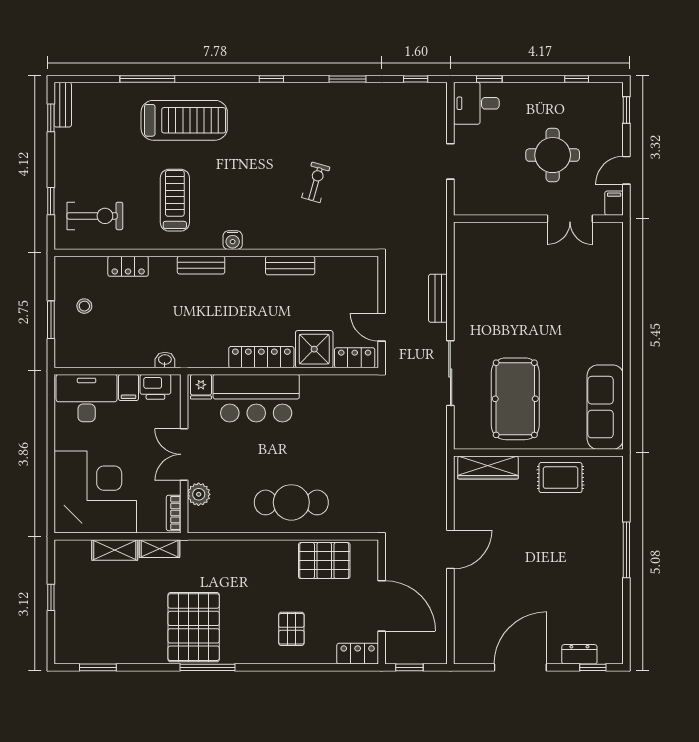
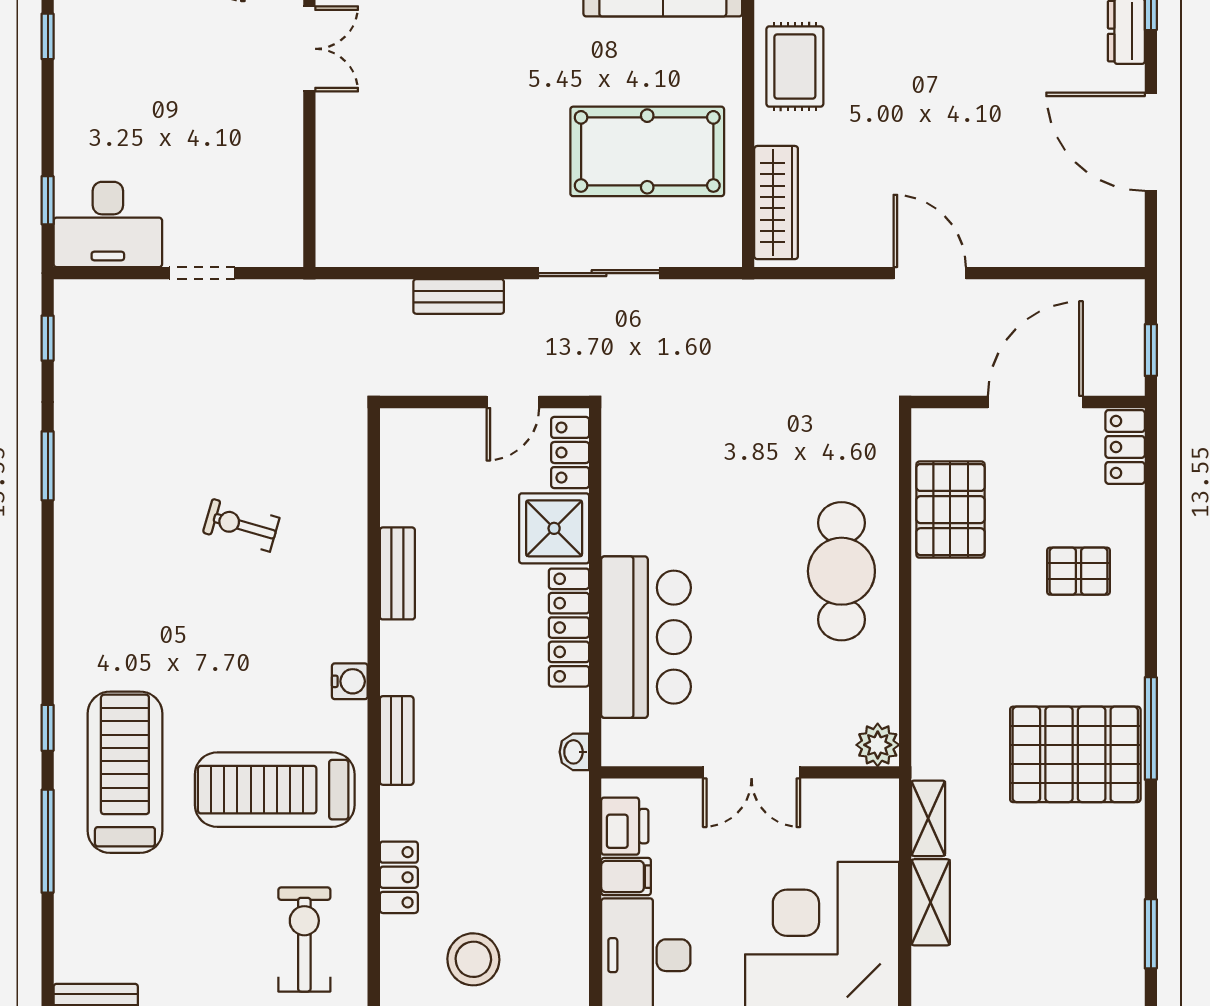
window: (271, 79) -> (48, 728), moved
desk: (476, 103) -> (108, 224), width x1.37
round table: (553, 155) -> (190, 81), removed
treadmill: (175, 200) -> (275, 790), width x1.37, depth x1.38
stool: (84, 306) -> (473, 959), width x1.89, depth x1.89
washbasin: (165, 360) -> (574, 752), moved
fridge: (201, 387) -> (625, 741), removed
plant: (199, 494) -> (878, 745), moved
bookcase: (174, 513) -> (861, 792), removed

